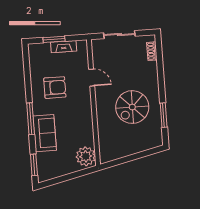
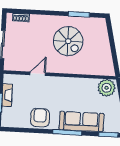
armchair: (55, 88) -> (40, 118), moved
sofa: (45, 133) -> (81, 122), width x1.36

